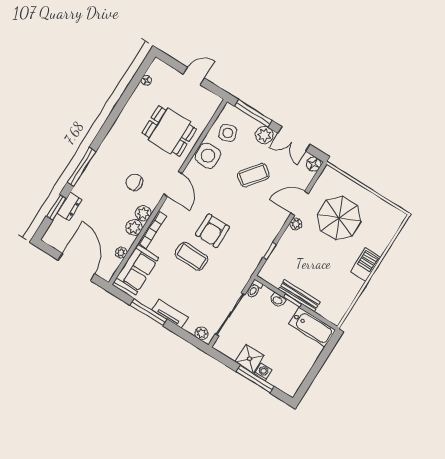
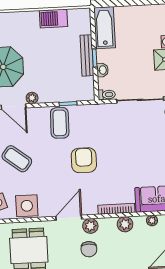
plant: (143, 213) -> (90, 226), moved
armchair: (213, 231) -> (84, 160), turned -90
coffee table: (191, 256) -> (60, 123), moved
barbecue: (366, 265) -> (53, 18), moved

